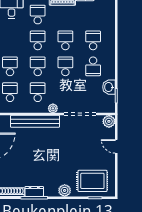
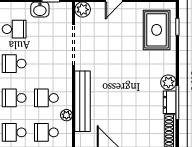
plant: (53, 108) -> (66, 115), moved
plant: (65, 190) -> (168, 82), moved

